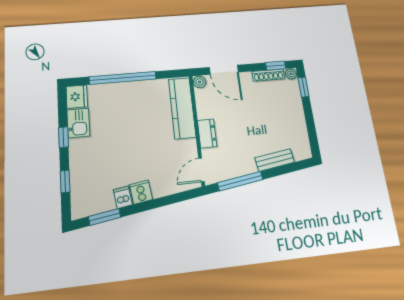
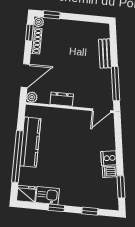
kitchen counter: (182, 108) -> (30, 142), moved, turned -90
dresser: (207, 133) -> (62, 99), moved
door: (202, 170) -> (101, 111), hinge flipped

